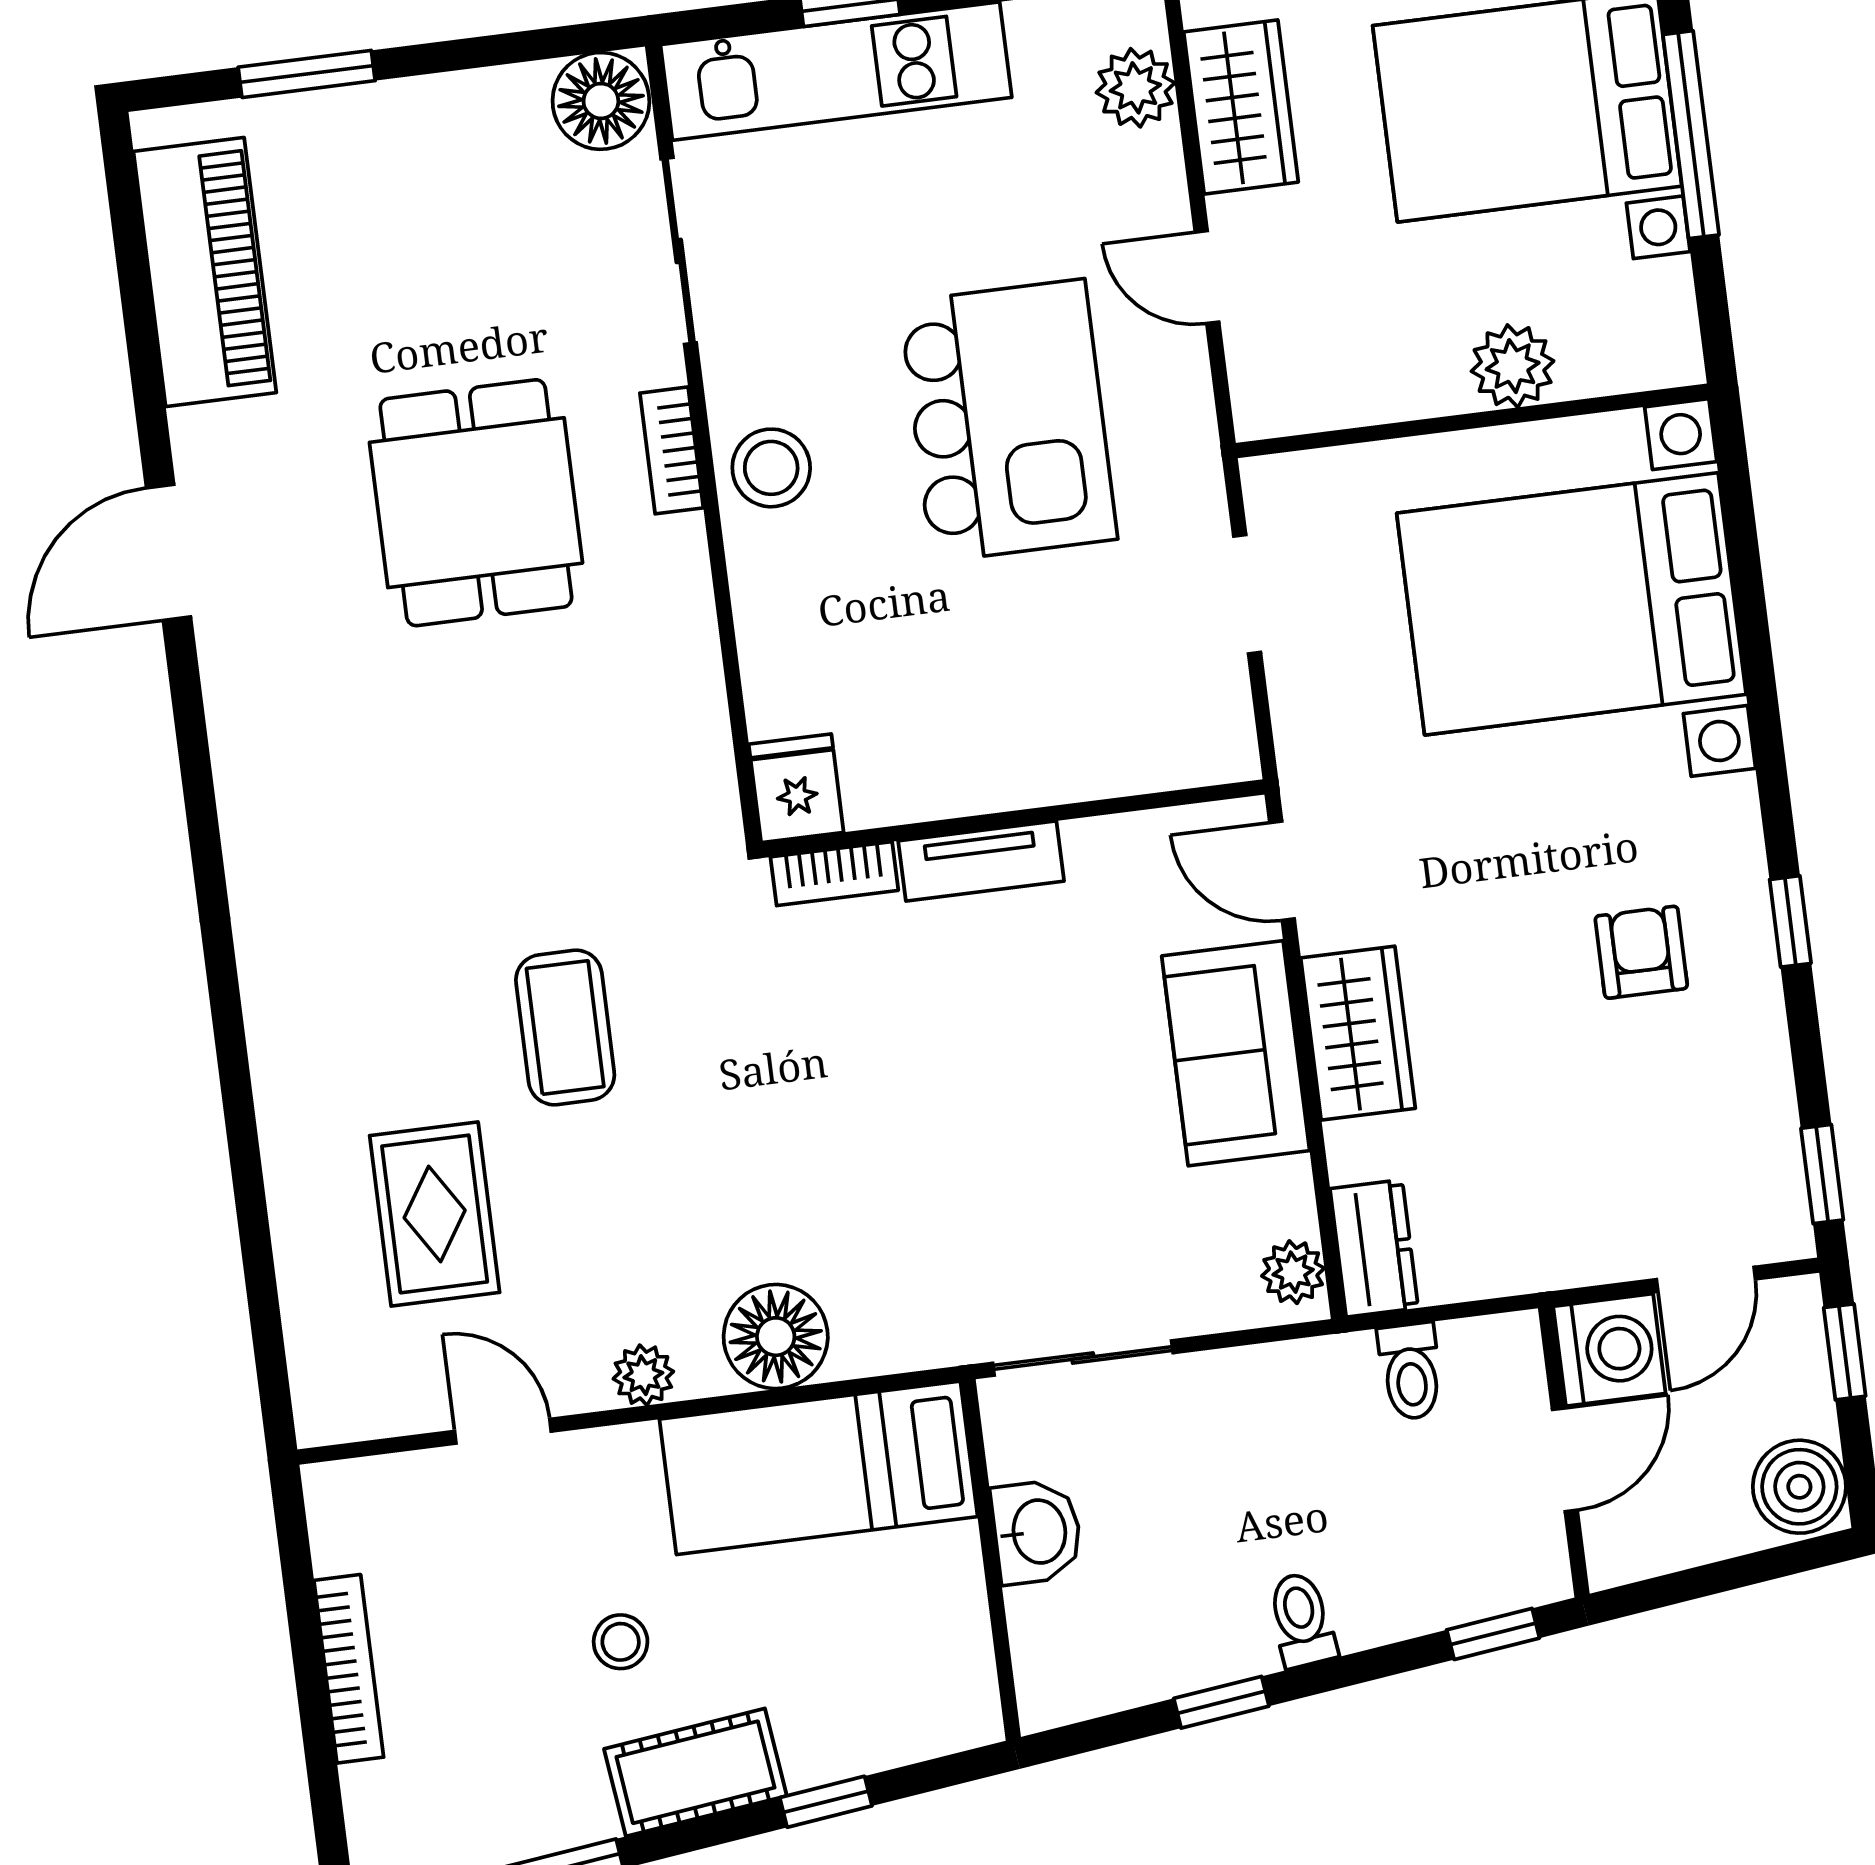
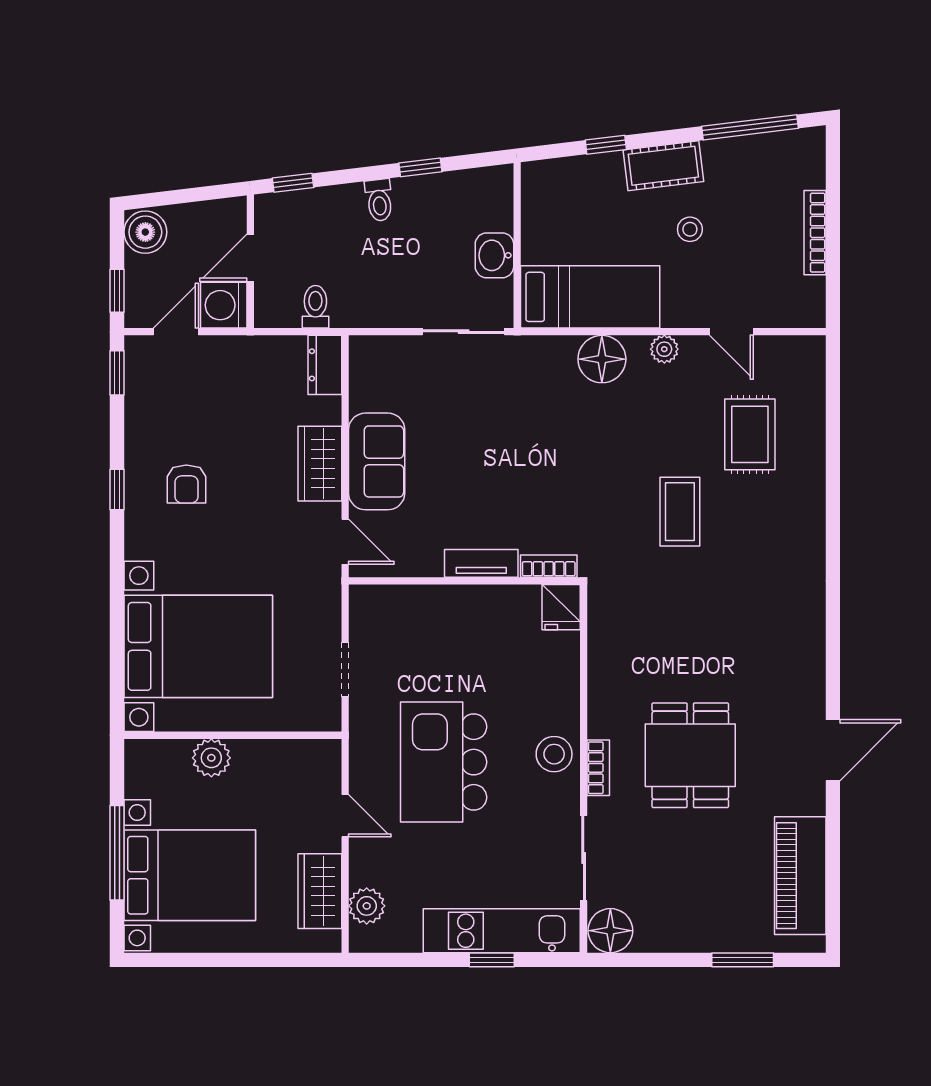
plant: (1293, 1272) -> (363, 359), removed

